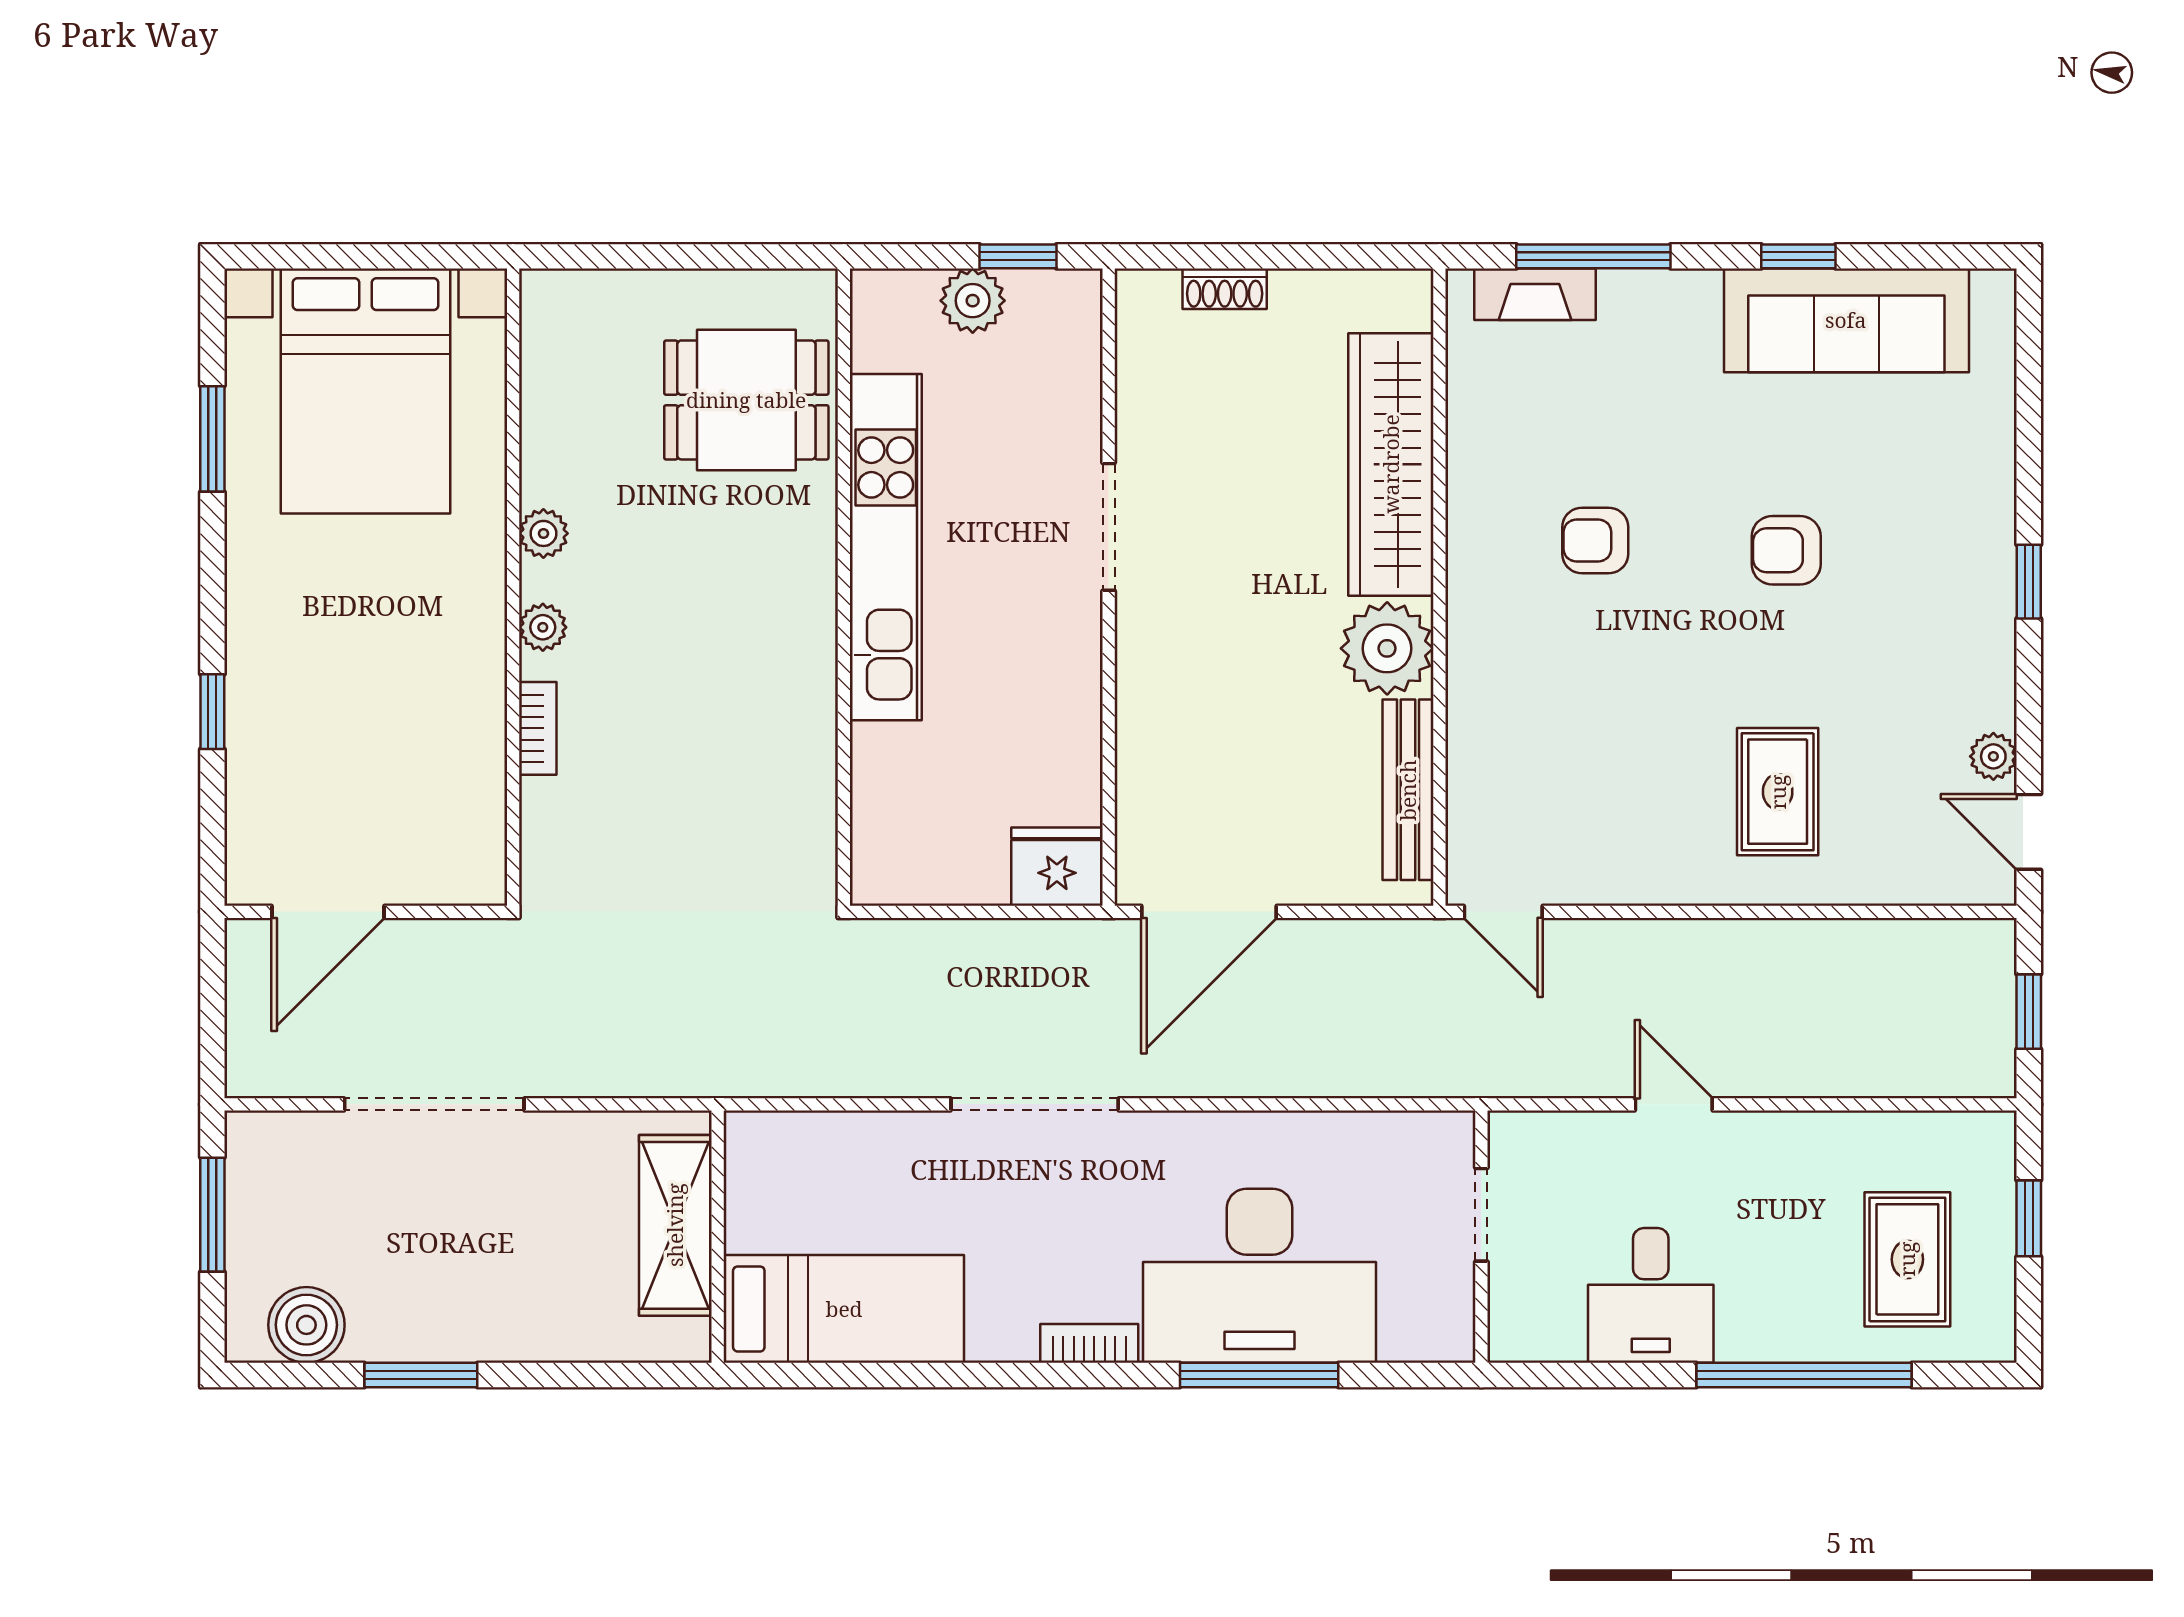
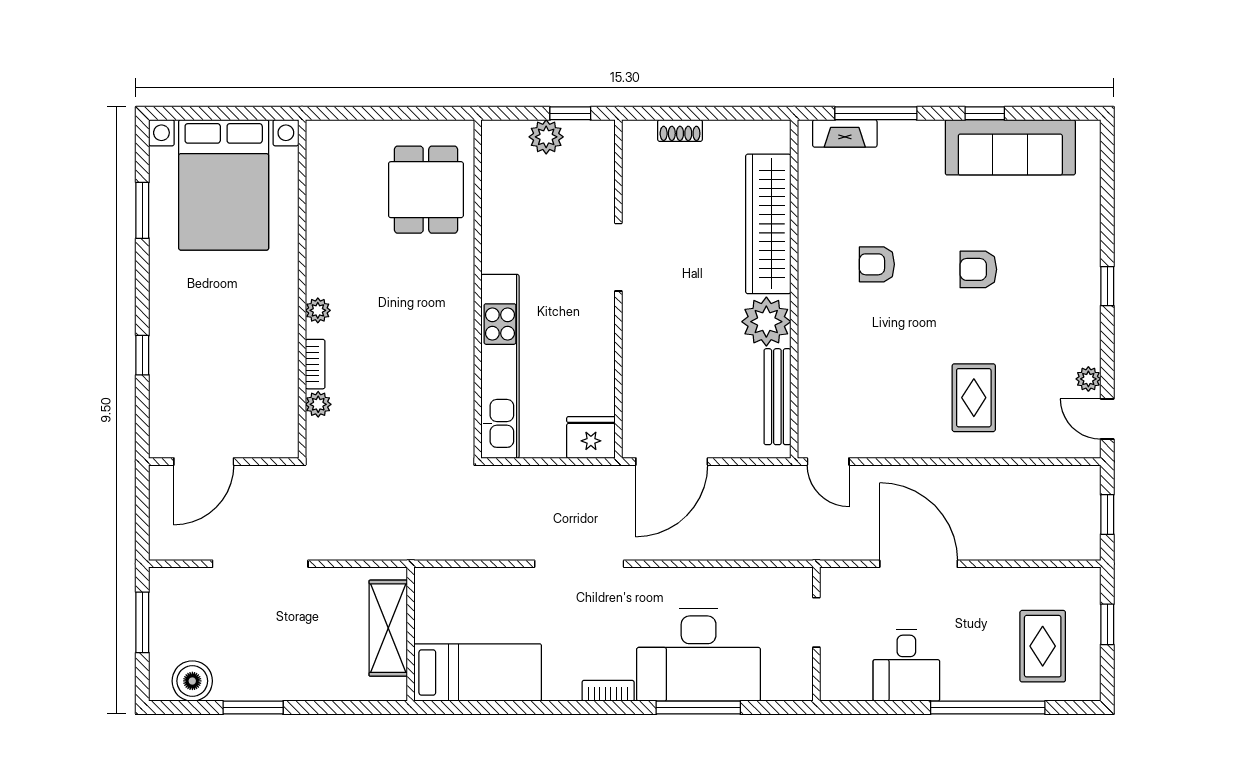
dining table: (746, 400) -> (426, 190), turned 90
plant: (543, 533) -> (318, 404), moved
kitchen unit: (886, 547) -> (500, 366), moved
door: (1674, 1104) -> (919, 564), width x1.87

